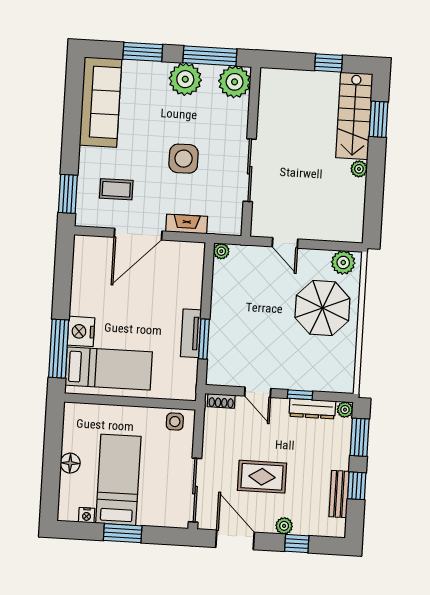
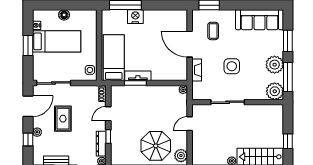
bed: (109, 369) -> (114, 58), moved, turned 180

